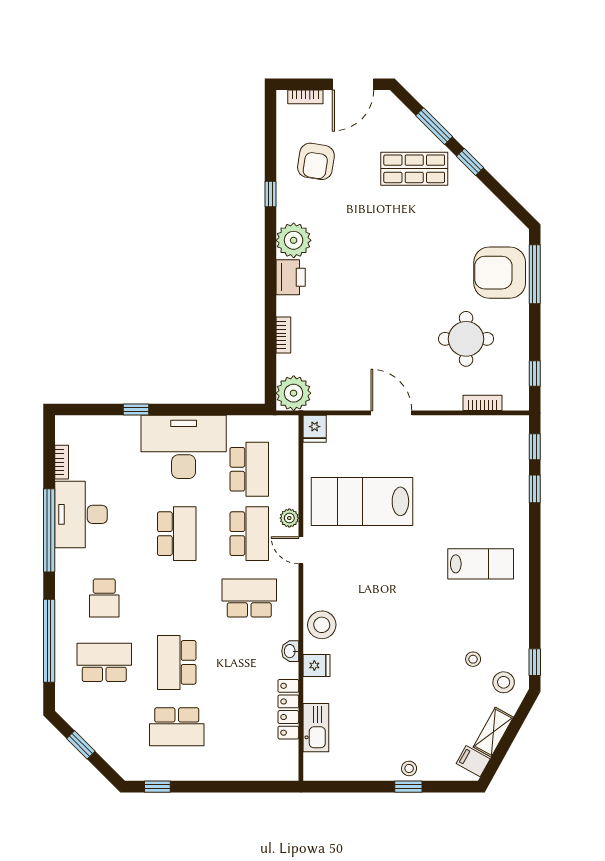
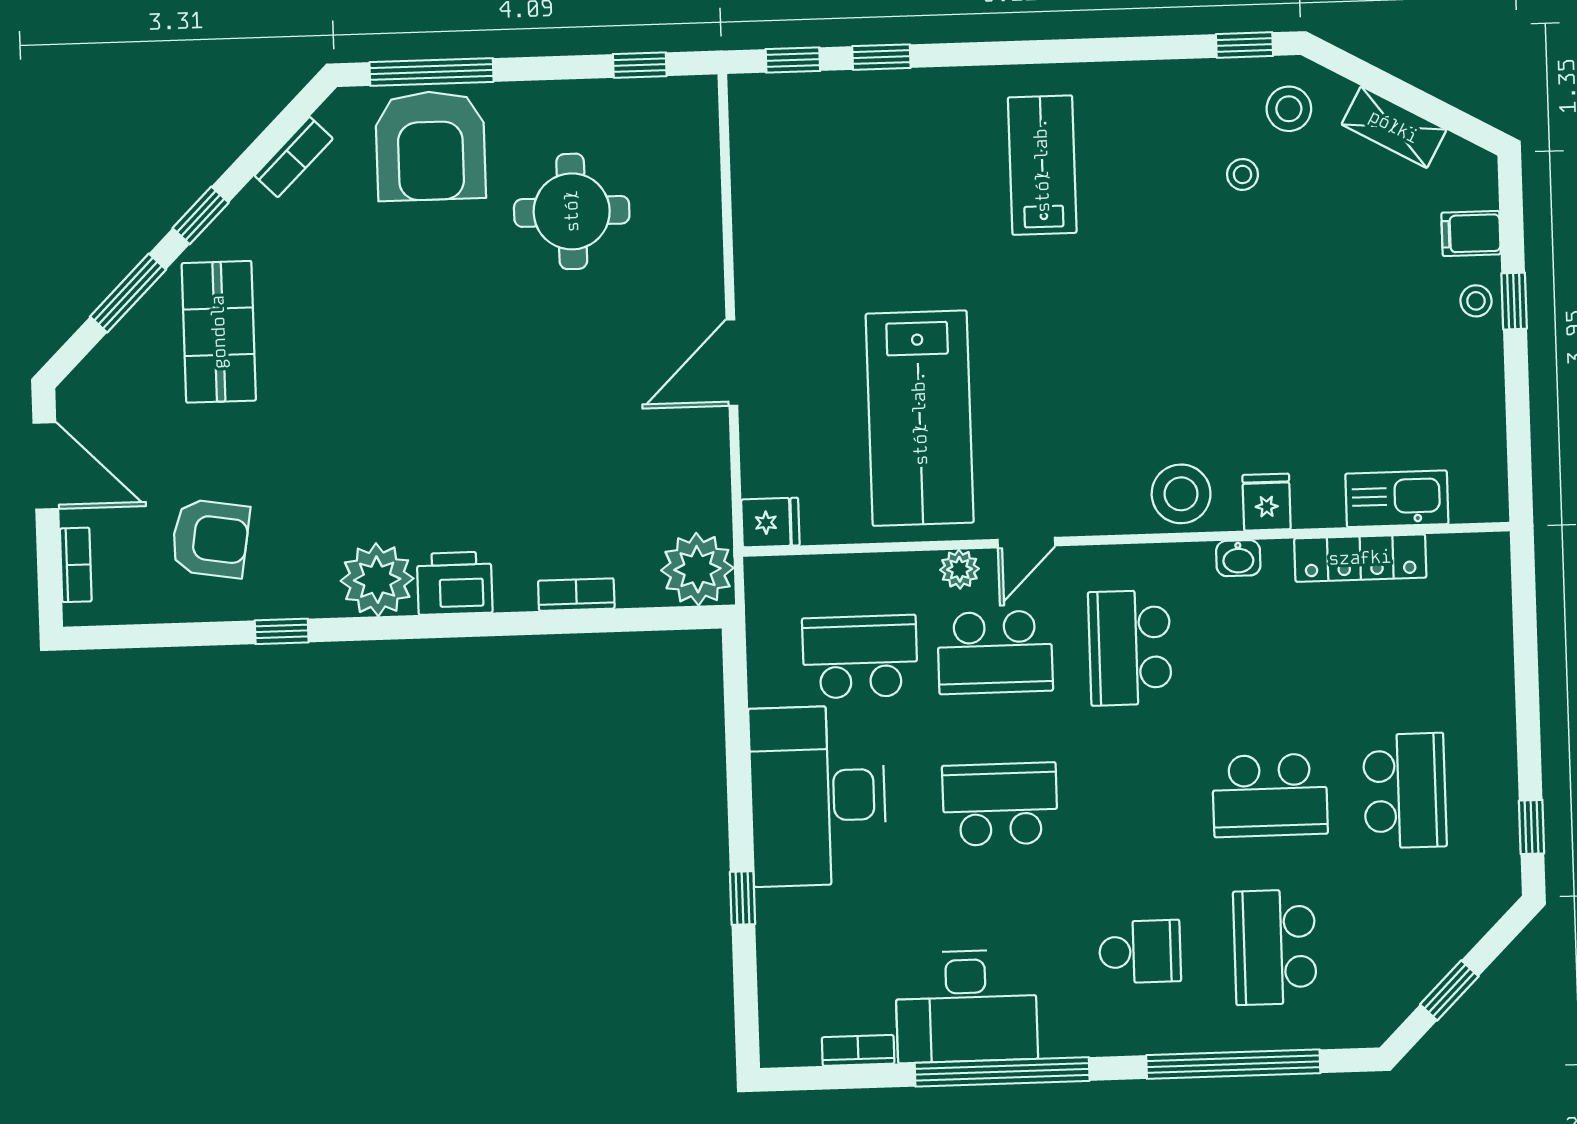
bookcase: (483, 403) -> (294, 157), moved, turned -135
school desk: (249, 534) -> (995, 652), turned 180
filing cabinet: (473, 761) -> (1471, 233), moved, turned 61

